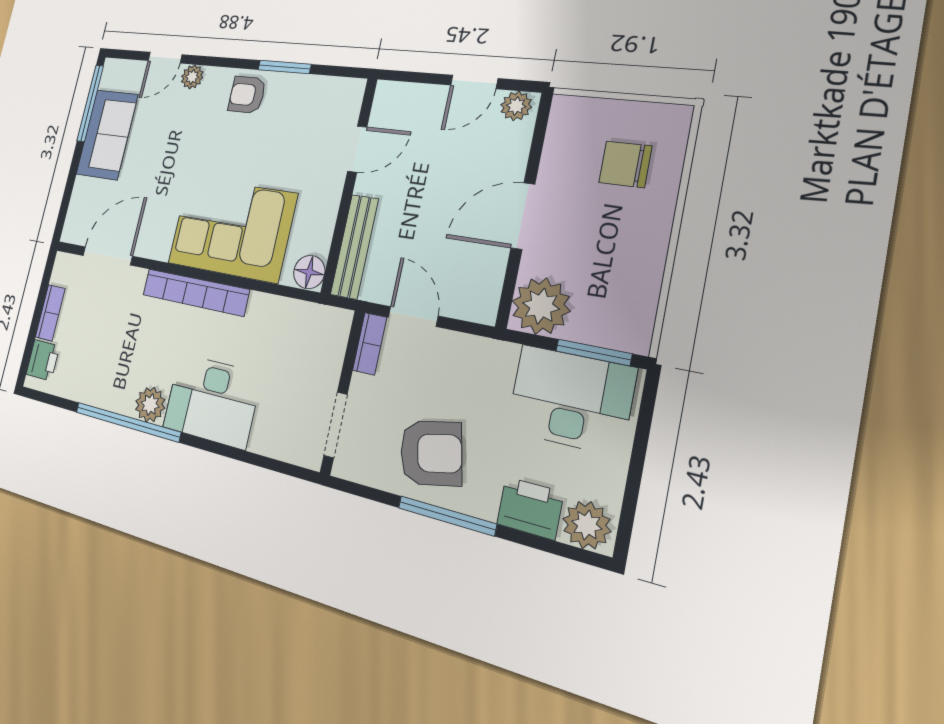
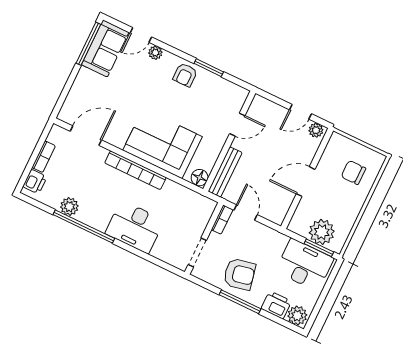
armchair: (247, 95) -> (185, 75), turned -90
sofa: (107, 135) -> (105, 48), moved
plant: (541, 306) -> (322, 232), moved
plant: (150, 405) -> (69, 207), moved

